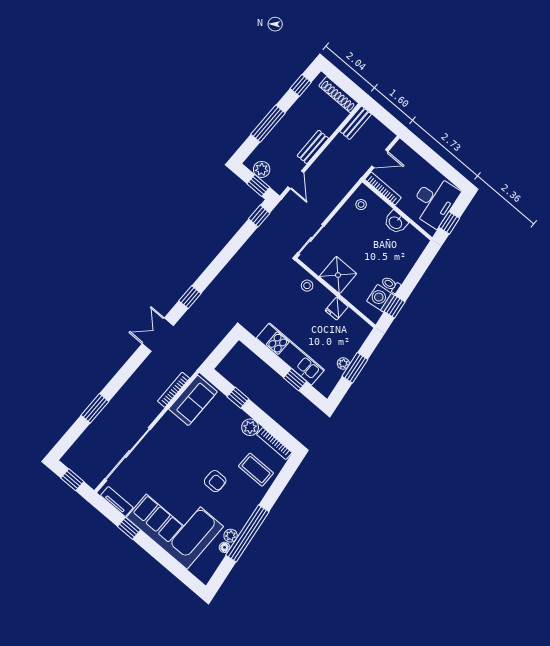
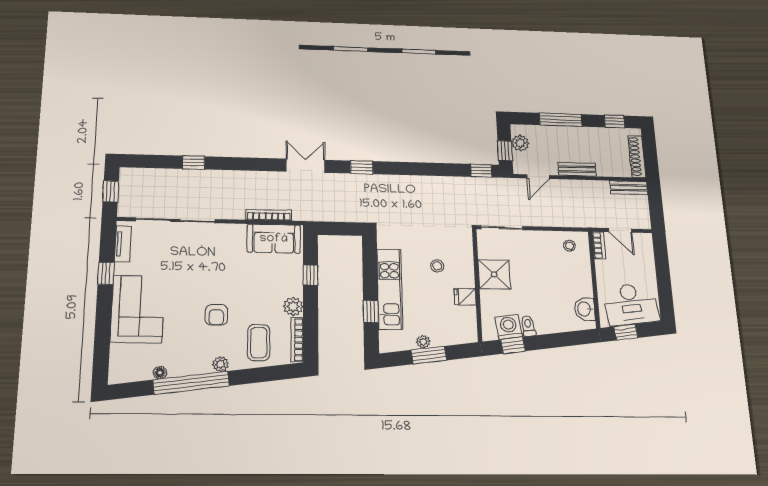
bookcase: (383, 189) -> (599, 245), width x0.64
washbasin: (396, 222) -> (585, 309), moved
stool: (307, 286) -> (437, 266), moved
window: (95, 408) -> (194, 163), width x0.67
corner sofa: (175, 522) -> (137, 309), width x0.73, depth x0.74
plant: (231, 536) -> (221, 364), moved

